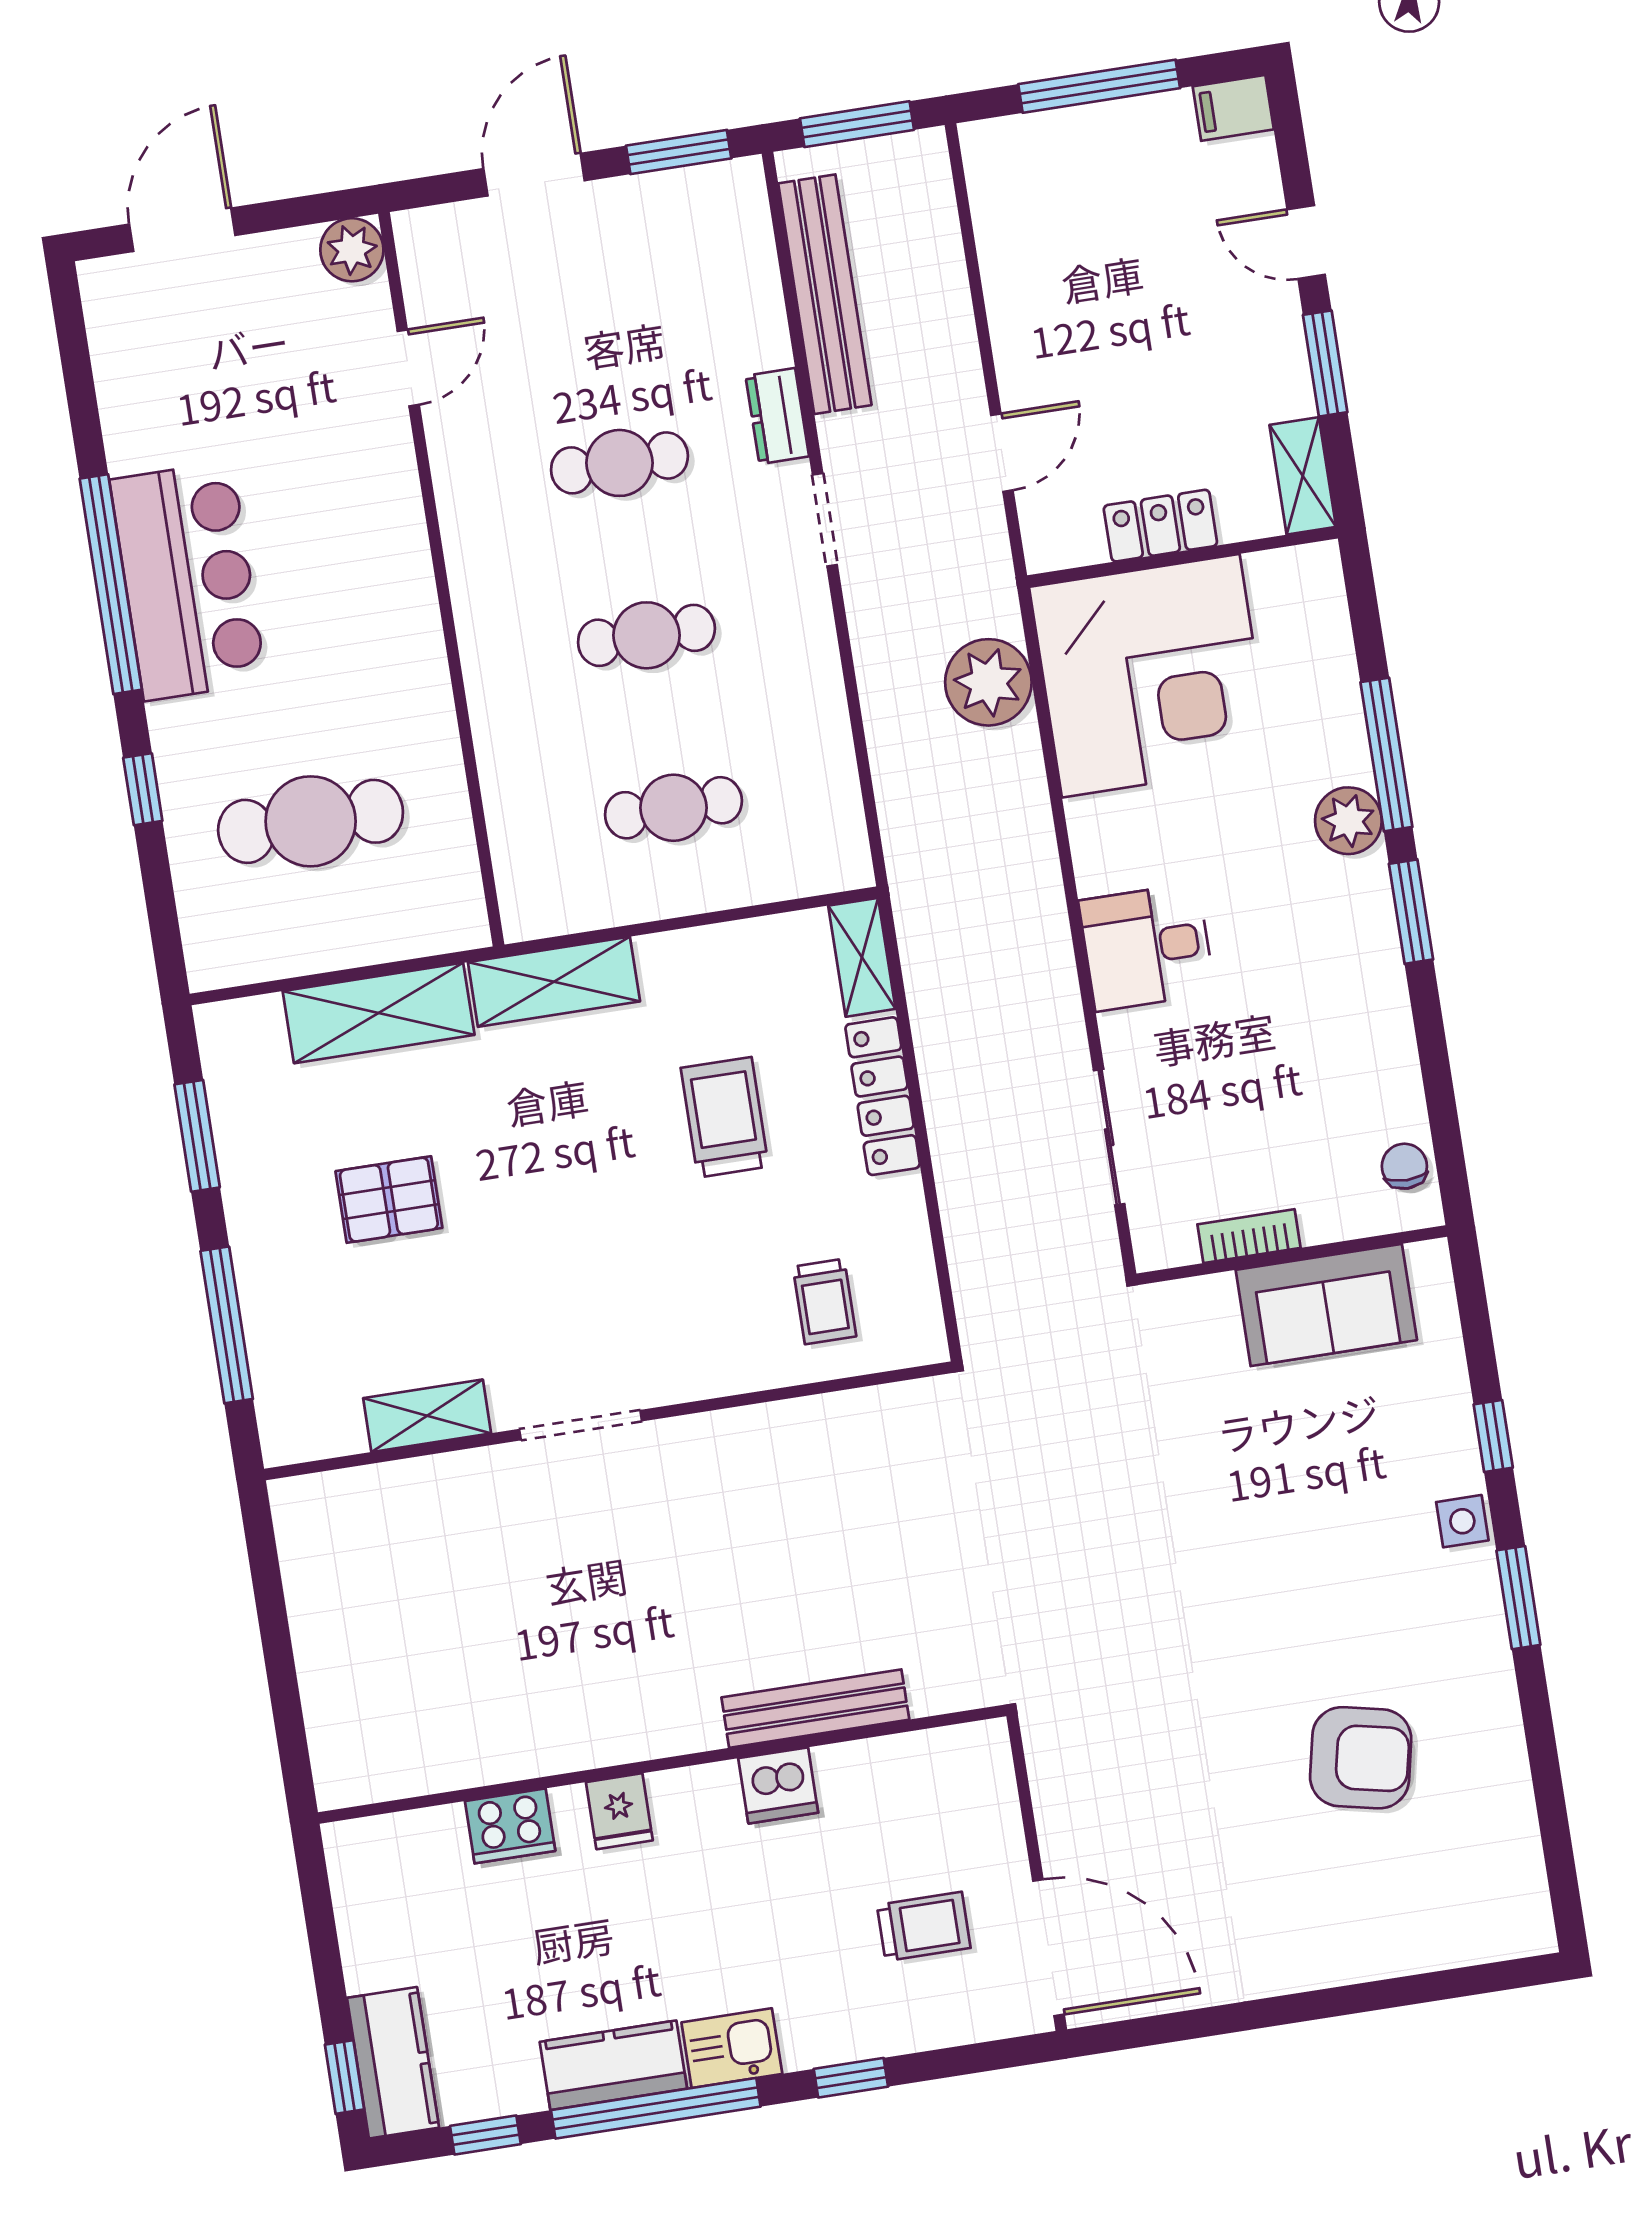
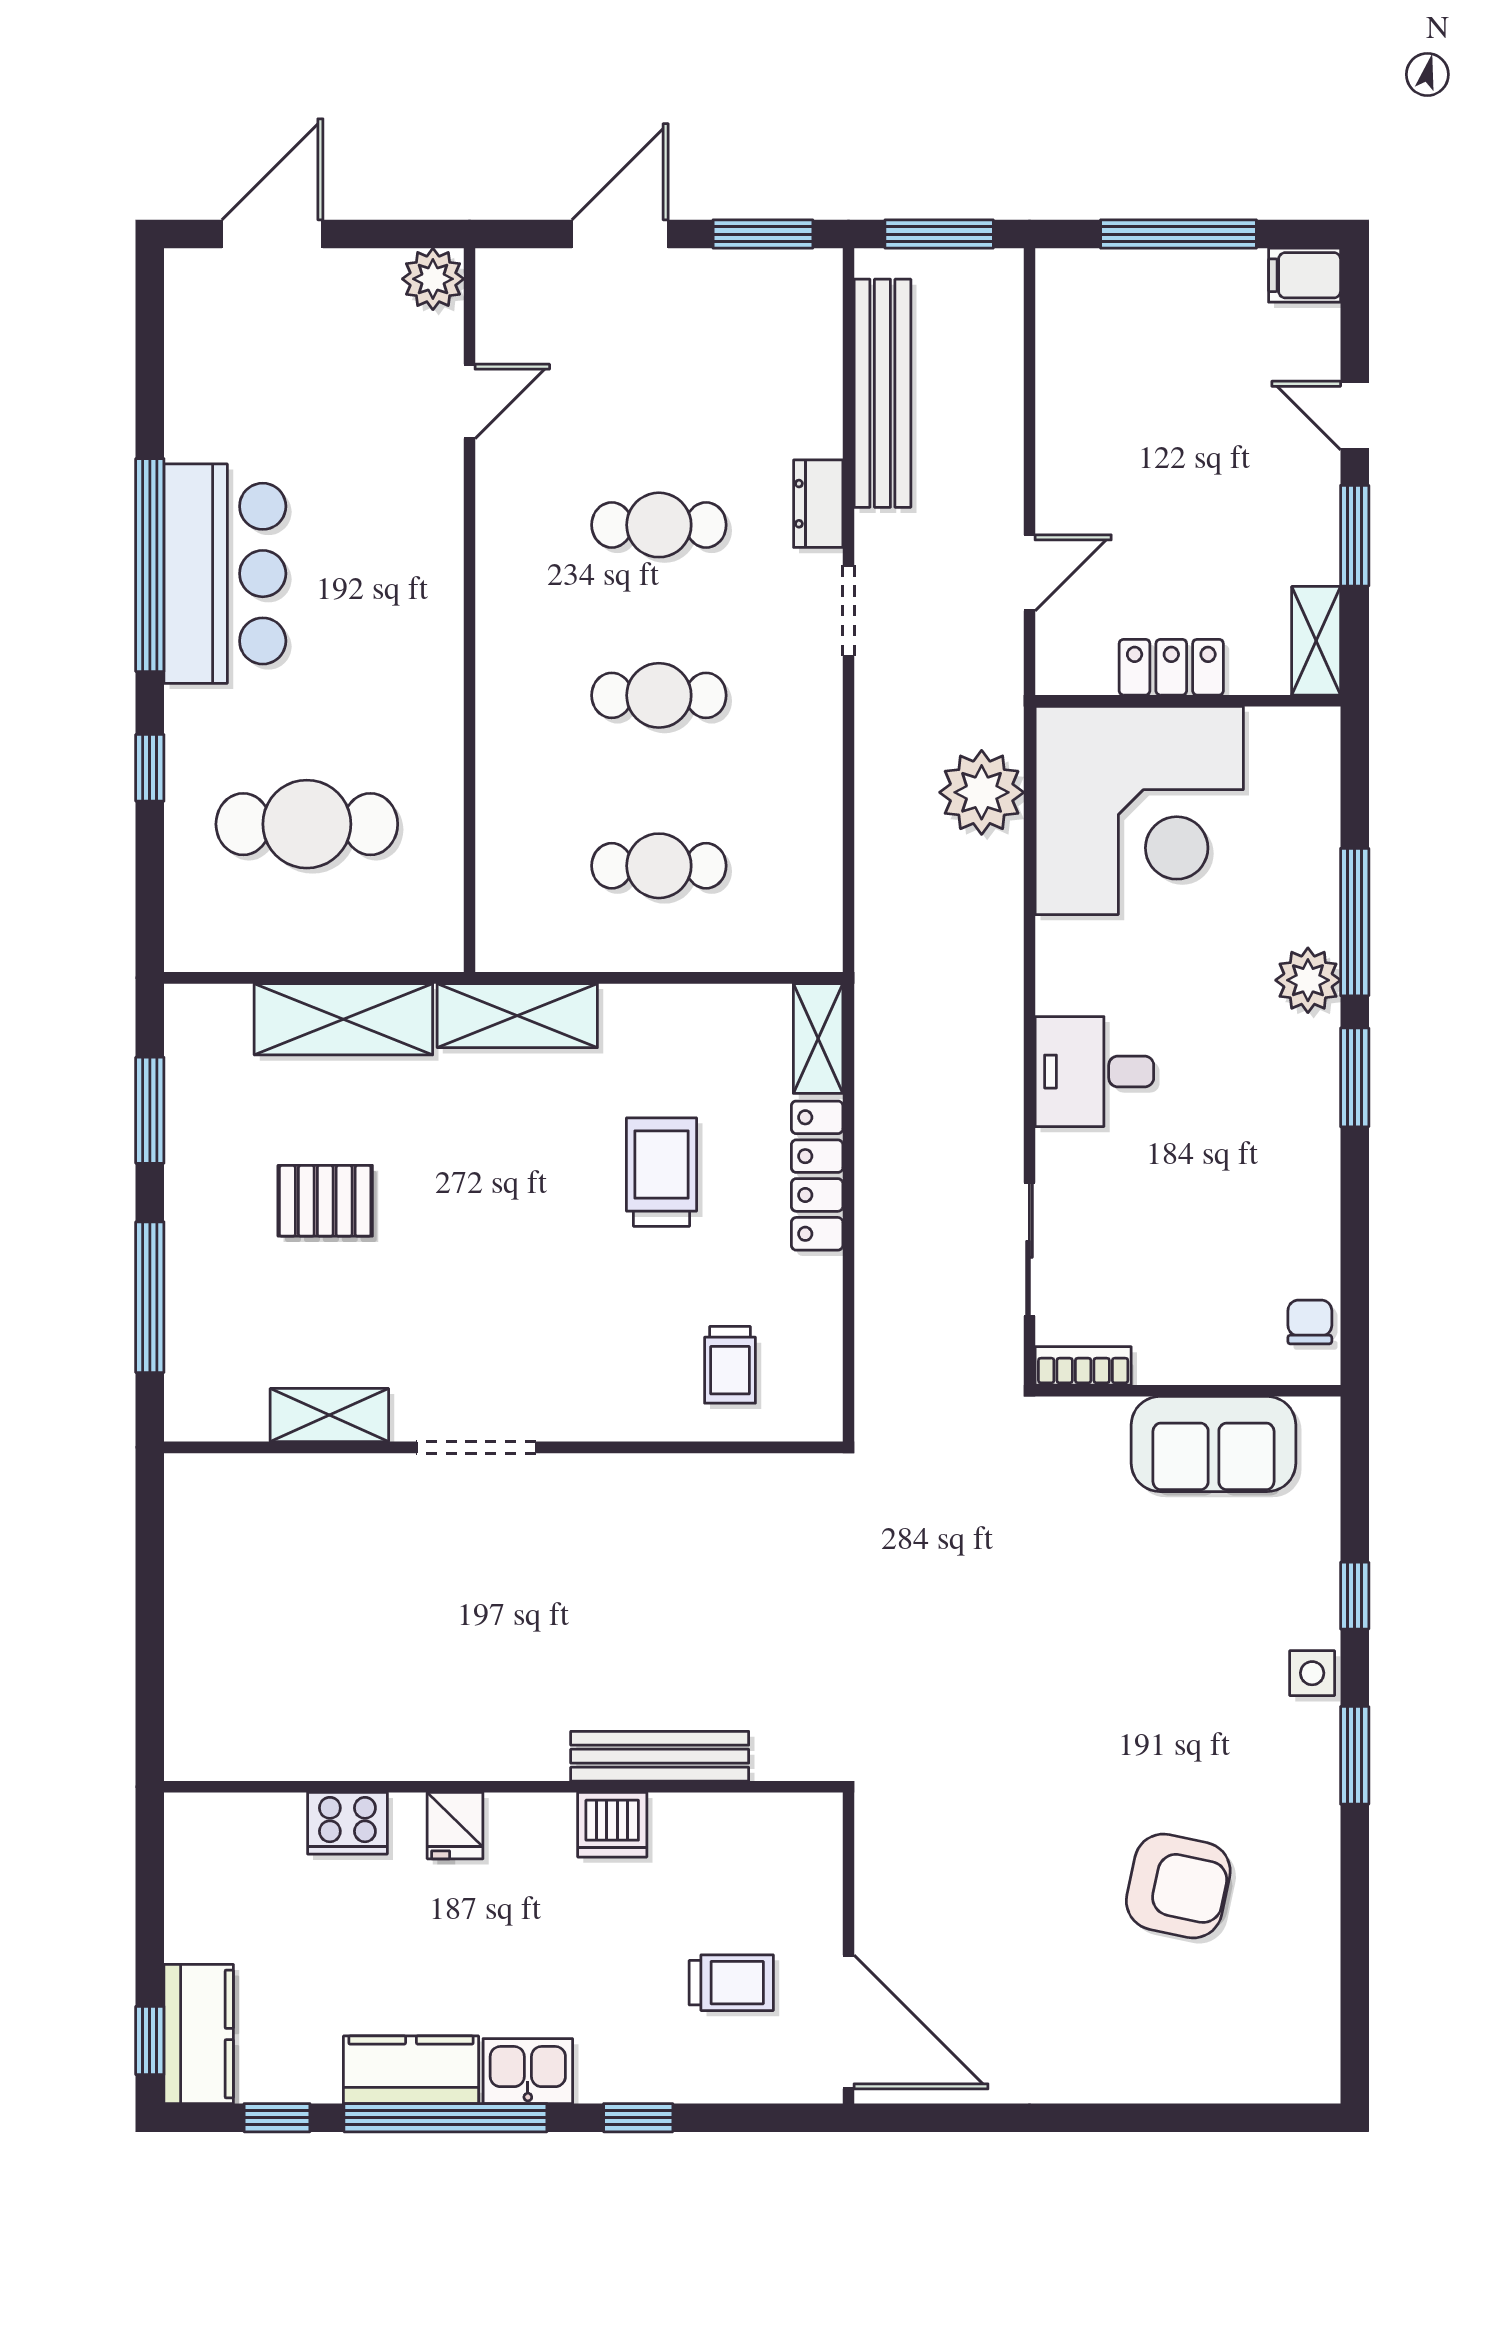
bookcase: (1249, 1236) -> (1083, 1366), moved

